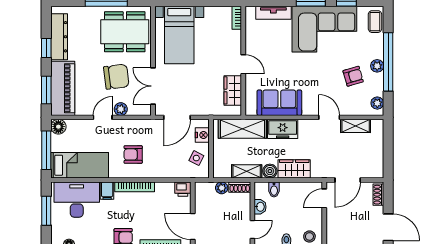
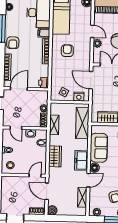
floor lamp: (310, 108) -> (95, 168), added
freezer: (283, 129) -> (81, 160), moved
boiler: (270, 171) -> (52, 210), moved
door: (324, 198) -> (35, 176), hinge flipped

